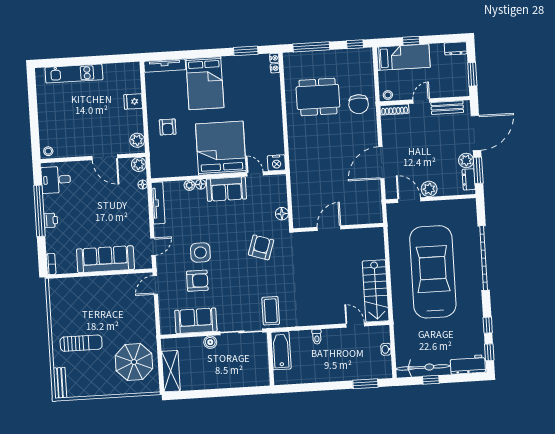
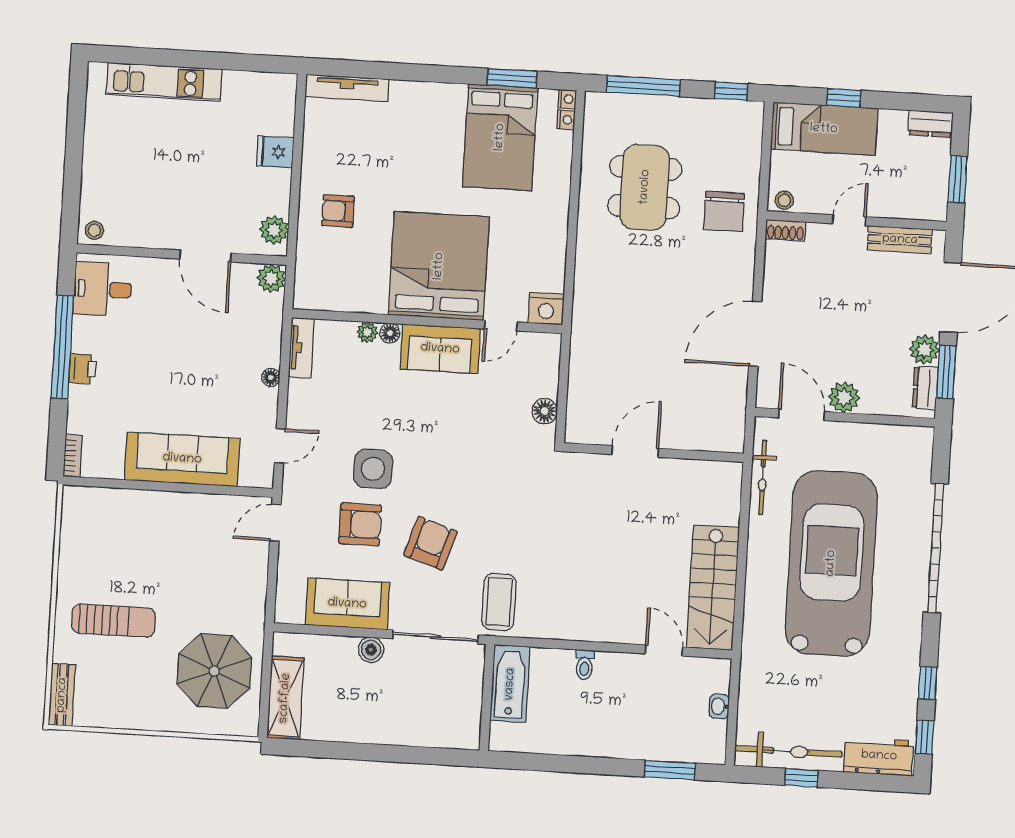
bed: (205, 83) -> (500, 137), moved
dining table: (318, 97) -> (645, 187), turned 90
shoe rack: (394, 109) -> (786, 230), width x0.70
armchair: (168, 127) -> (338, 211), turned 90
door: (255, 174) -> (501, 326), swing flipped
floor lamp: (143, 185) -> (271, 377), moved
tv unit: (158, 203) -> (301, 348), width x0.71
bicycle: (394, 233) -> (763, 477), added
armchair: (261, 247) -> (430, 543), moved

